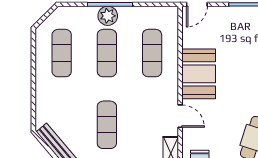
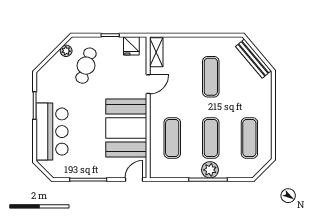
booth: (199, 74) -> (126, 128), width x1.36, depth x1.42
door: (180, 116) -> (148, 84), swing flipped

